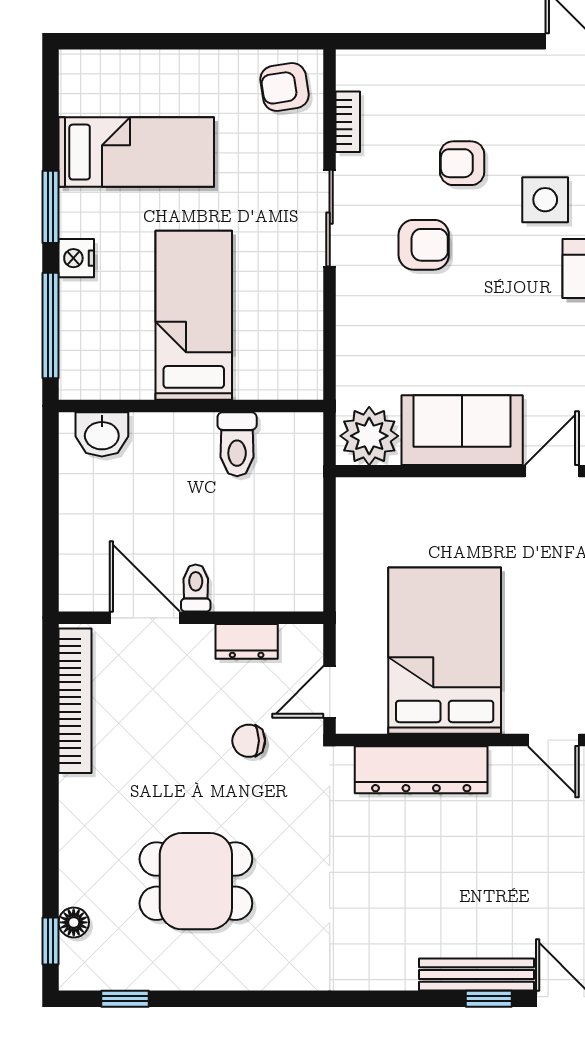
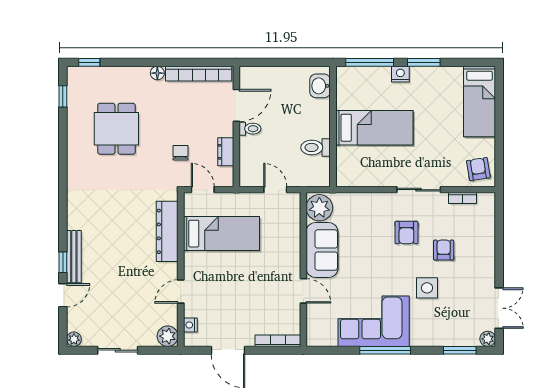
bed: (136, 152) -> (480, 102), moved
door: (330, 533) -> (275, 190), added
bed: (445, 651) -> (221, 234), width x0.67
floor lamp: (74, 922) -> (157, 73), moved

